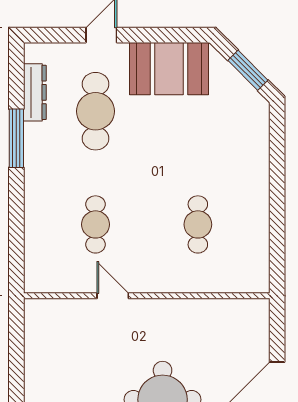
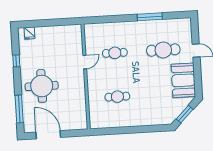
dresser: (35, 92) -> (170, 24), removed

